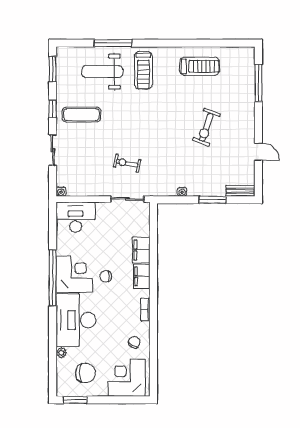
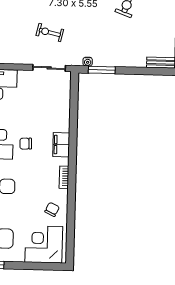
water cooler: (182, 192) -> (88, 62), moved
window: (213, 200) -> (102, 70), moved
filing cabinet: (141, 250) -> (61, 119), removed

